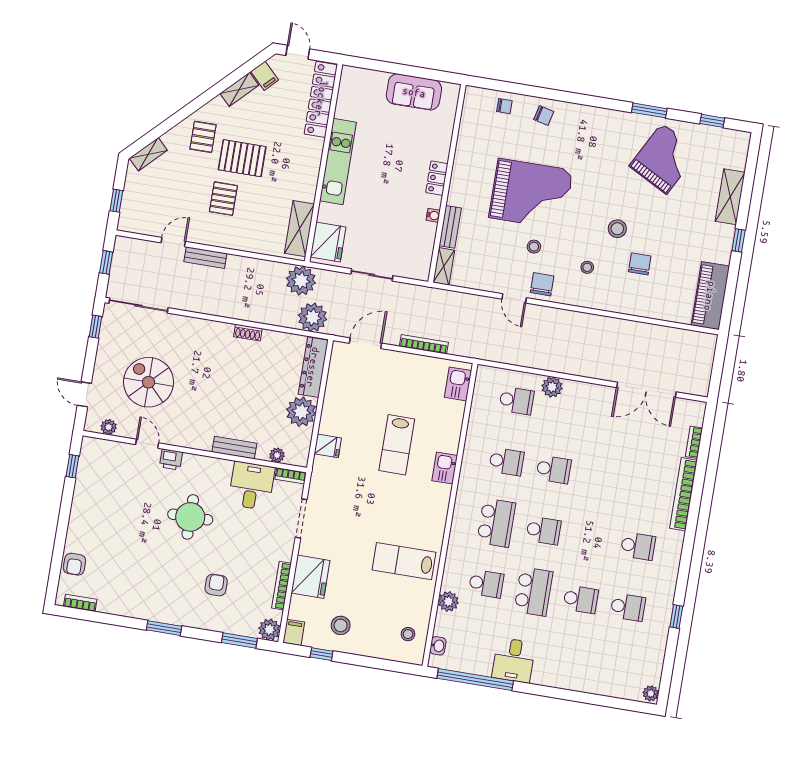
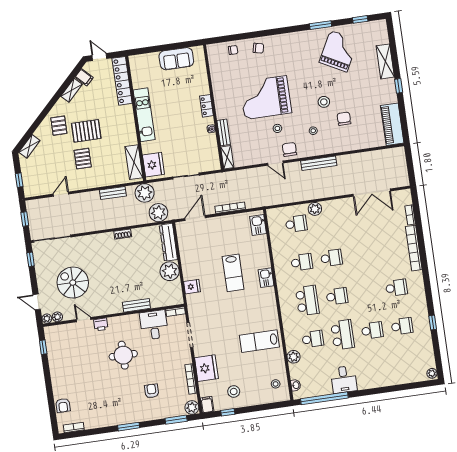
grand piano: (531, 194) -> (266, 98), turned 180
bench: (205, 258) -> (113, 193), moved
bench: (580, 320) -> (319, 163), added
plant: (277, 455) -> (47, 319), moved

